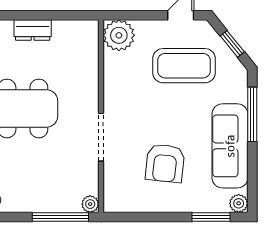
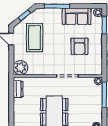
dresser: (33, 30) -> (18, 89), moved
sofa: (230, 146) -> (77, 16), width x0.73
armchair: (165, 163) -> (79, 46), turned 84

